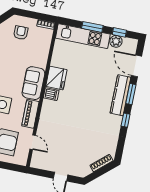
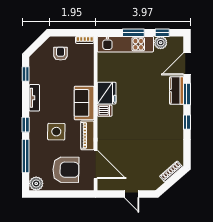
door: (137, 66) -> (187, 64), hinge flipped
kitchen counter: (120, 95) -> (176, 91), width x0.67
door: (33, 142) -> (96, 164), width x1.87

